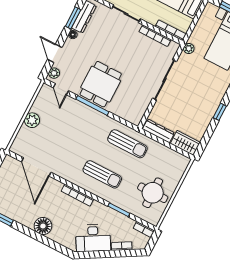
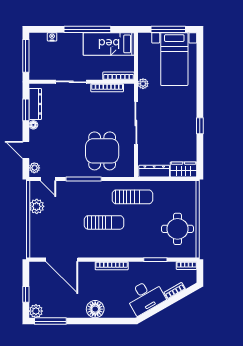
dining table: (101, 84) -> (102, 151), moved
plant: (32, 120) -> (37, 206), moved
sun lounger: (102, 174) -> (104, 222), moved

